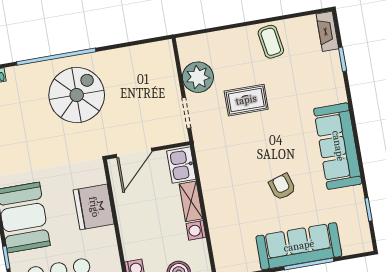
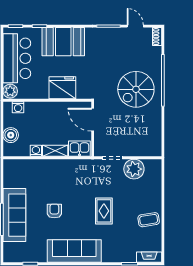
spiral stairs: (77, 95) -> (136, 89), turned 90
rug: (246, 100) -> (104, 211), moved
armchair: (282, 187) -> (54, 211), turned -73

